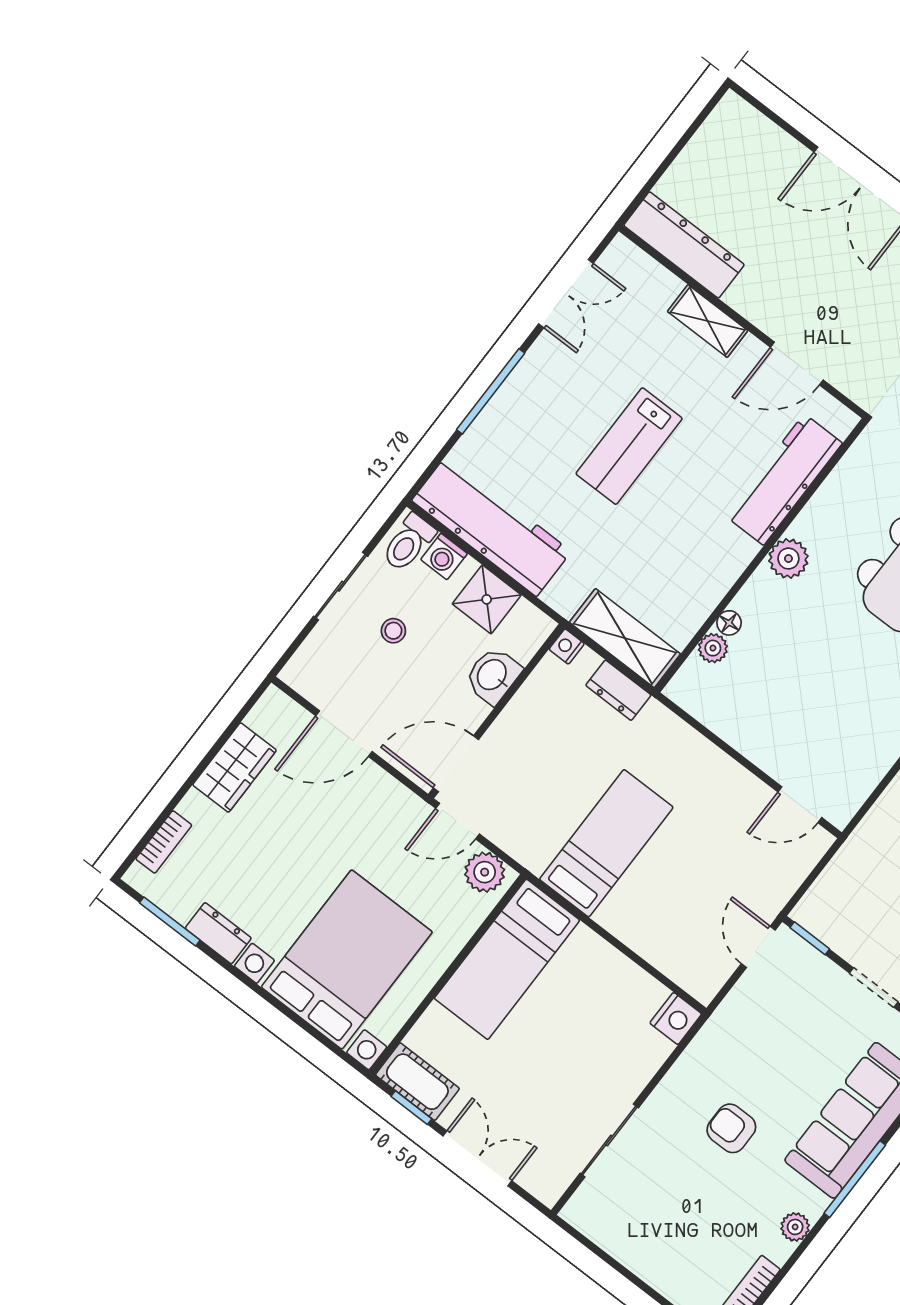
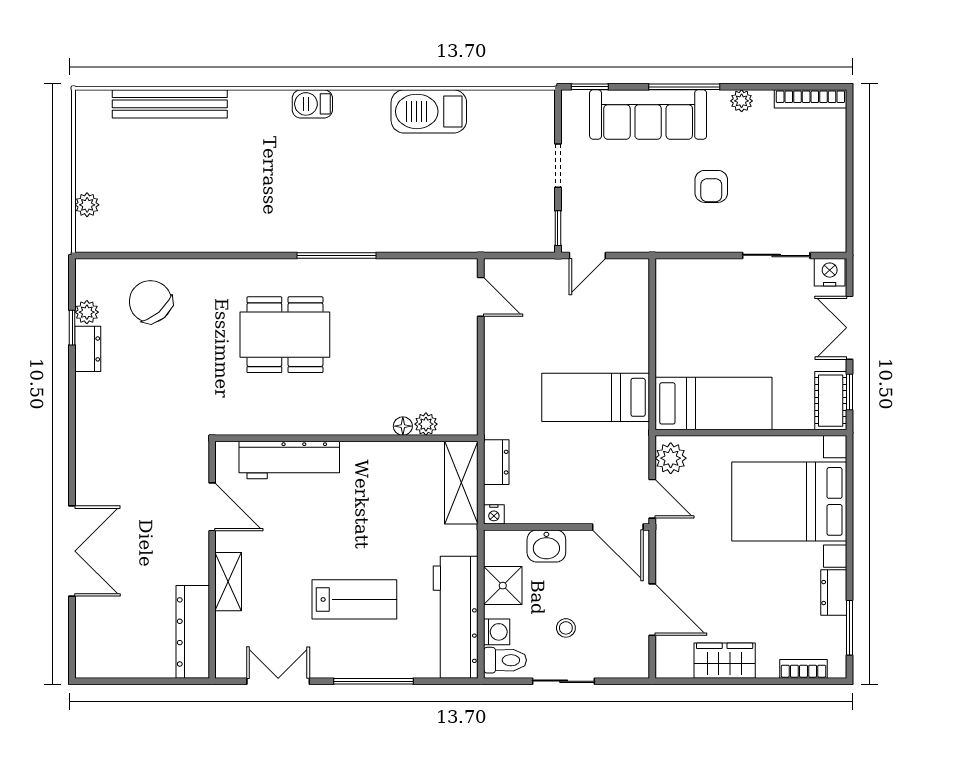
lab bench: (629, 446) -> (354, 599), moved
plant: (788, 559) -> (335, 420), removed
nightstand: (676, 1018) -> (830, 272), moved

